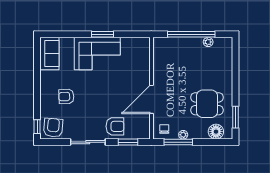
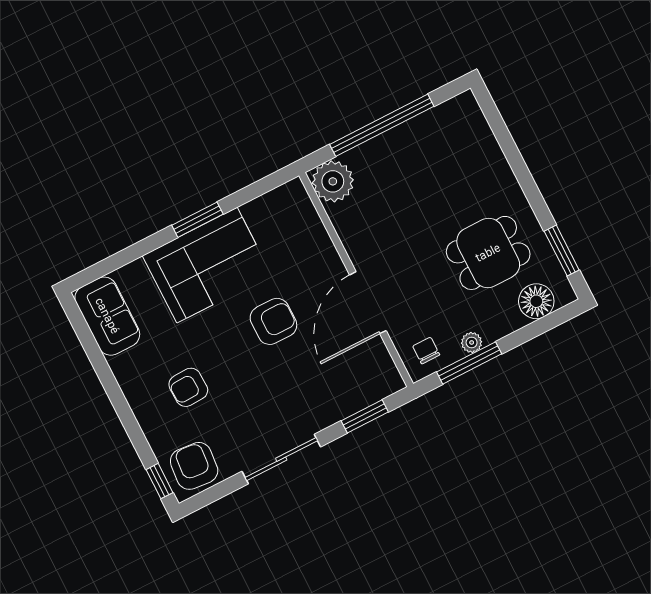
plant: (208, 42) -> (333, 181), moved, width x1.87, depth x1.87
armchair: (115, 126) -> (273, 321), moved

